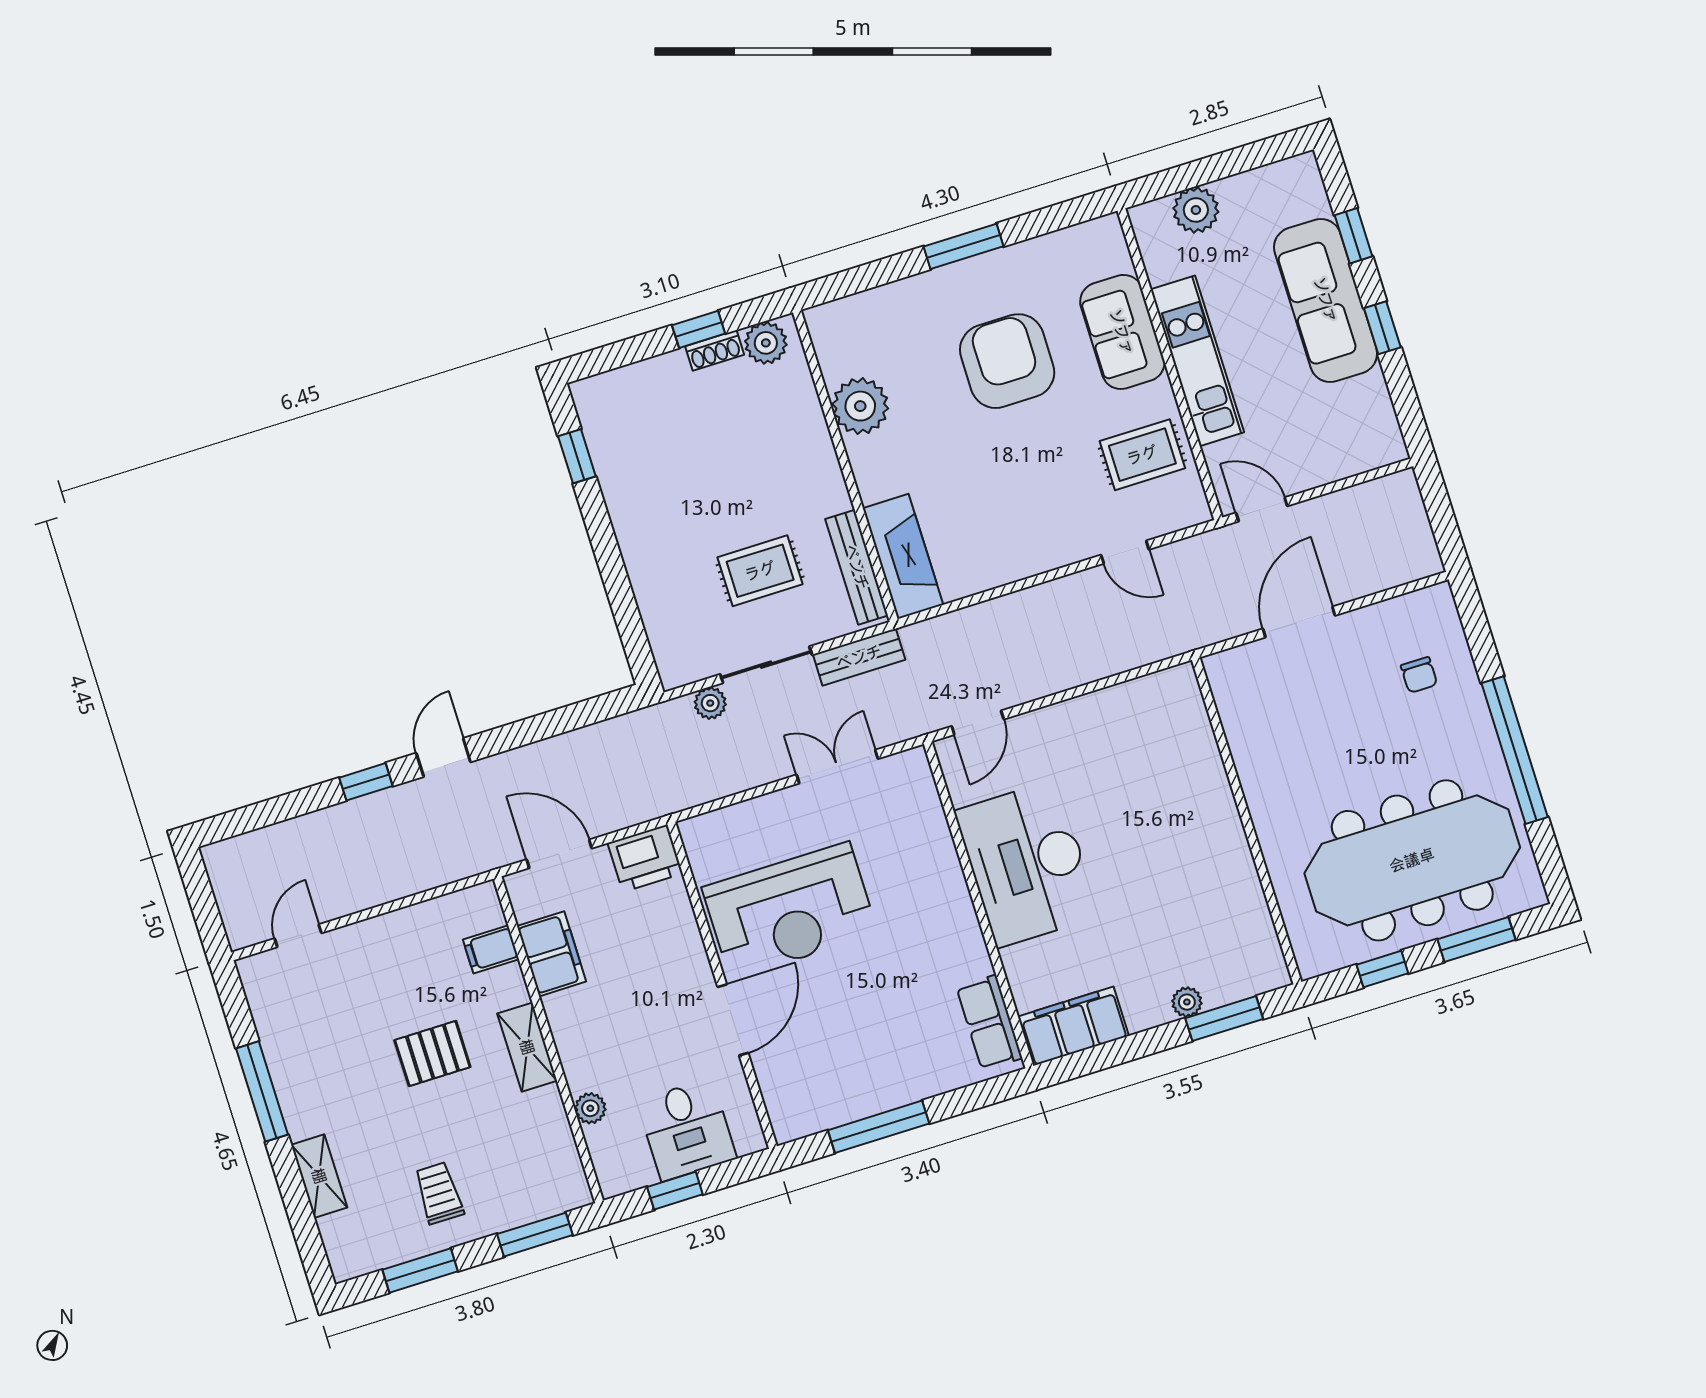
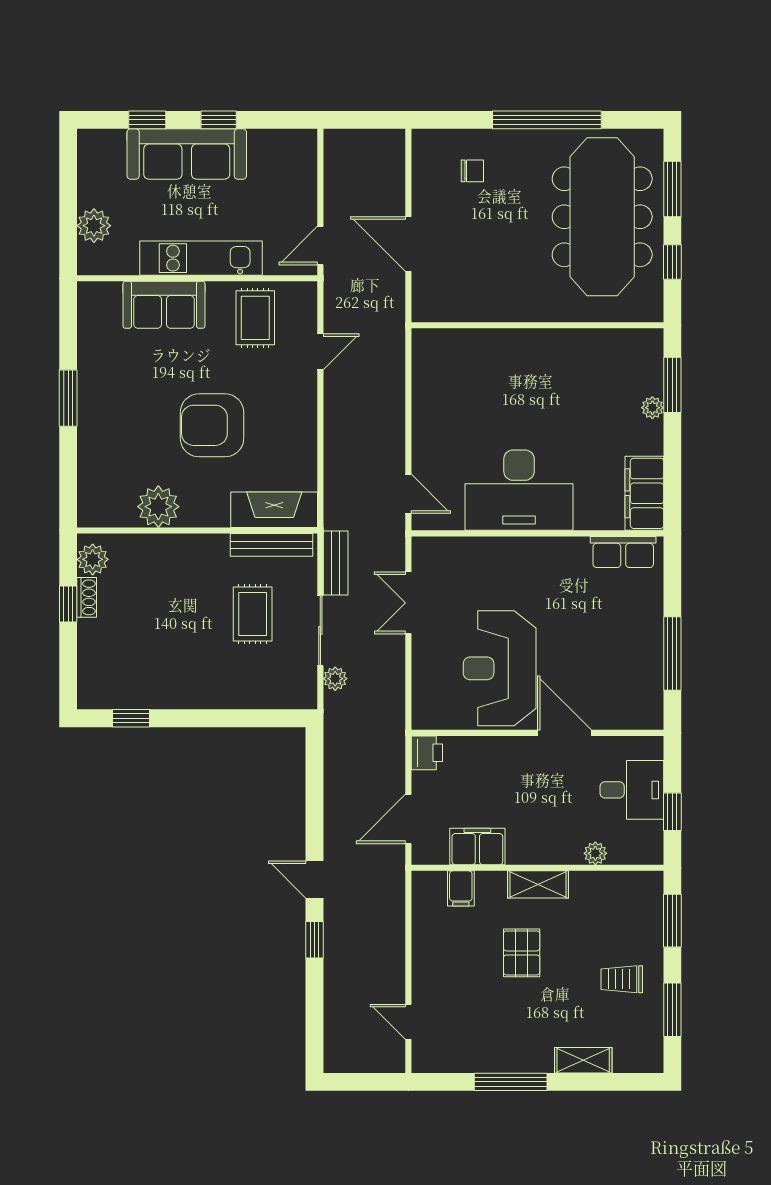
armchair: (1007, 361) -> (212, 425), moved
printer: (645, 858) -> (427, 753), width x0.73, depth x0.81
reception desk: (790, 910) -> (500, 668), turned 180

